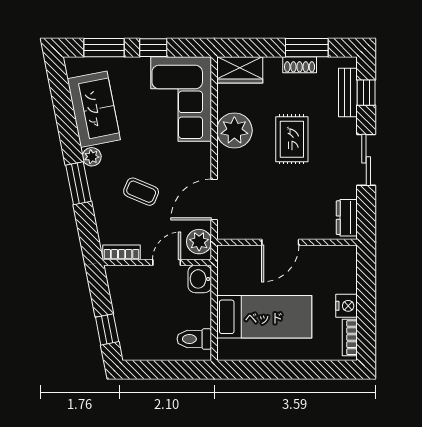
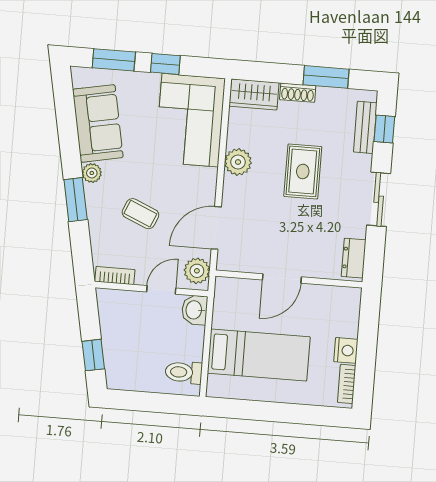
shoe rack: (300, 65) -> (298, 93), moved
plant: (234, 130) -> (238, 162), width x0.73, depth x0.73

